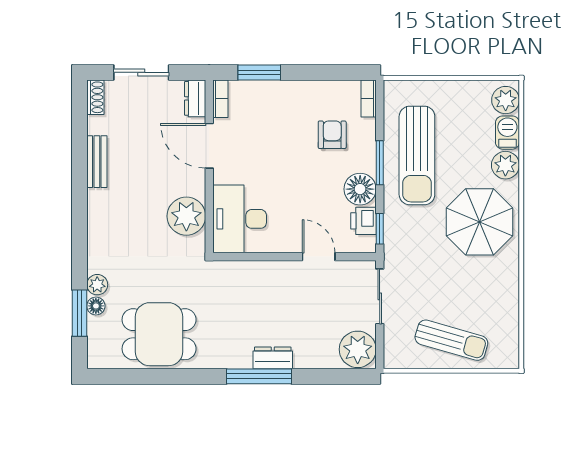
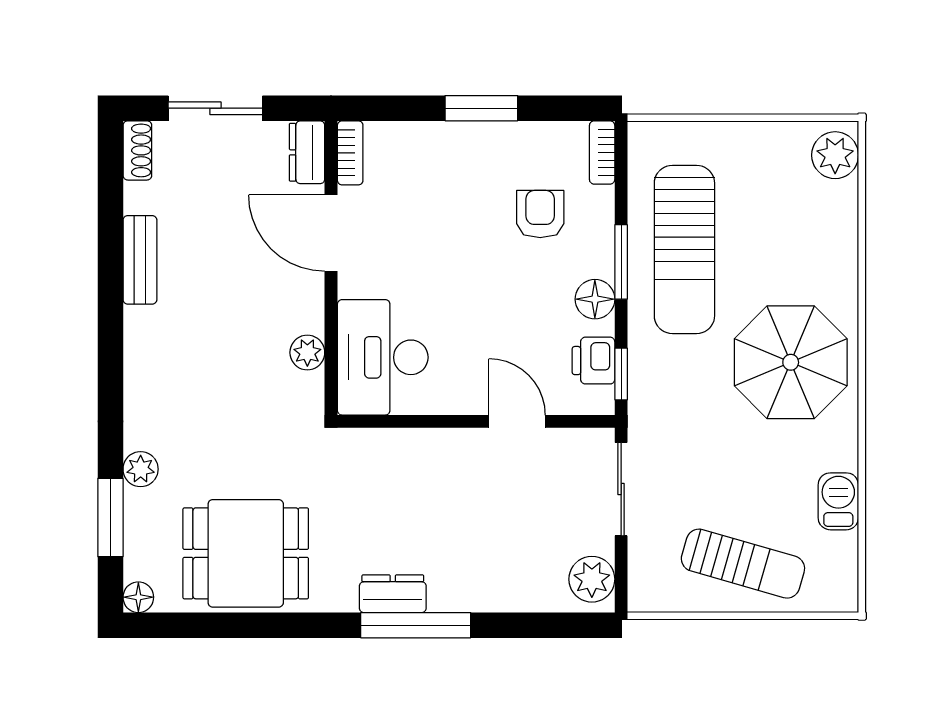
window: (259, 72) -> (481, 108), moved
barbecue: (507, 133) -> (838, 501), moved
plant: (505, 165) -> (835, 266), removed
floor lamp: (360, 189) -> (595, 299), width x0.73, depth x0.73
plant: (186, 216) -> (307, 353), width x0.53, depth x0.53
floor lamp: (96, 306) -> (138, 597), moved
plant: (358, 349) -> (592, 579), width x0.73, depth x0.73
dresser: (273, 358) -> (393, 594), moved

